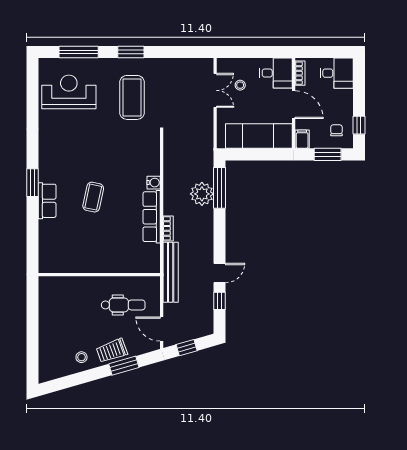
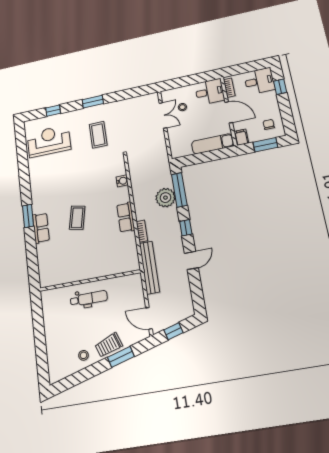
window: (79, 52) -> (53, 111), width x0.46
coffee table: (132, 97) -> (98, 135), width x0.73, depth x0.76
window: (359, 125) -> (280, 87), moved
exam couch: (259, 136) -> (213, 144), width x0.73, depth x0.69
water cooler: (154, 183) -> (122, 181), moved
row of seats: (152, 217) -> (126, 217), width x0.68
window: (220, 301) -> (186, 228), moved
dental chair: (123, 305) -> (89, 298), moved

